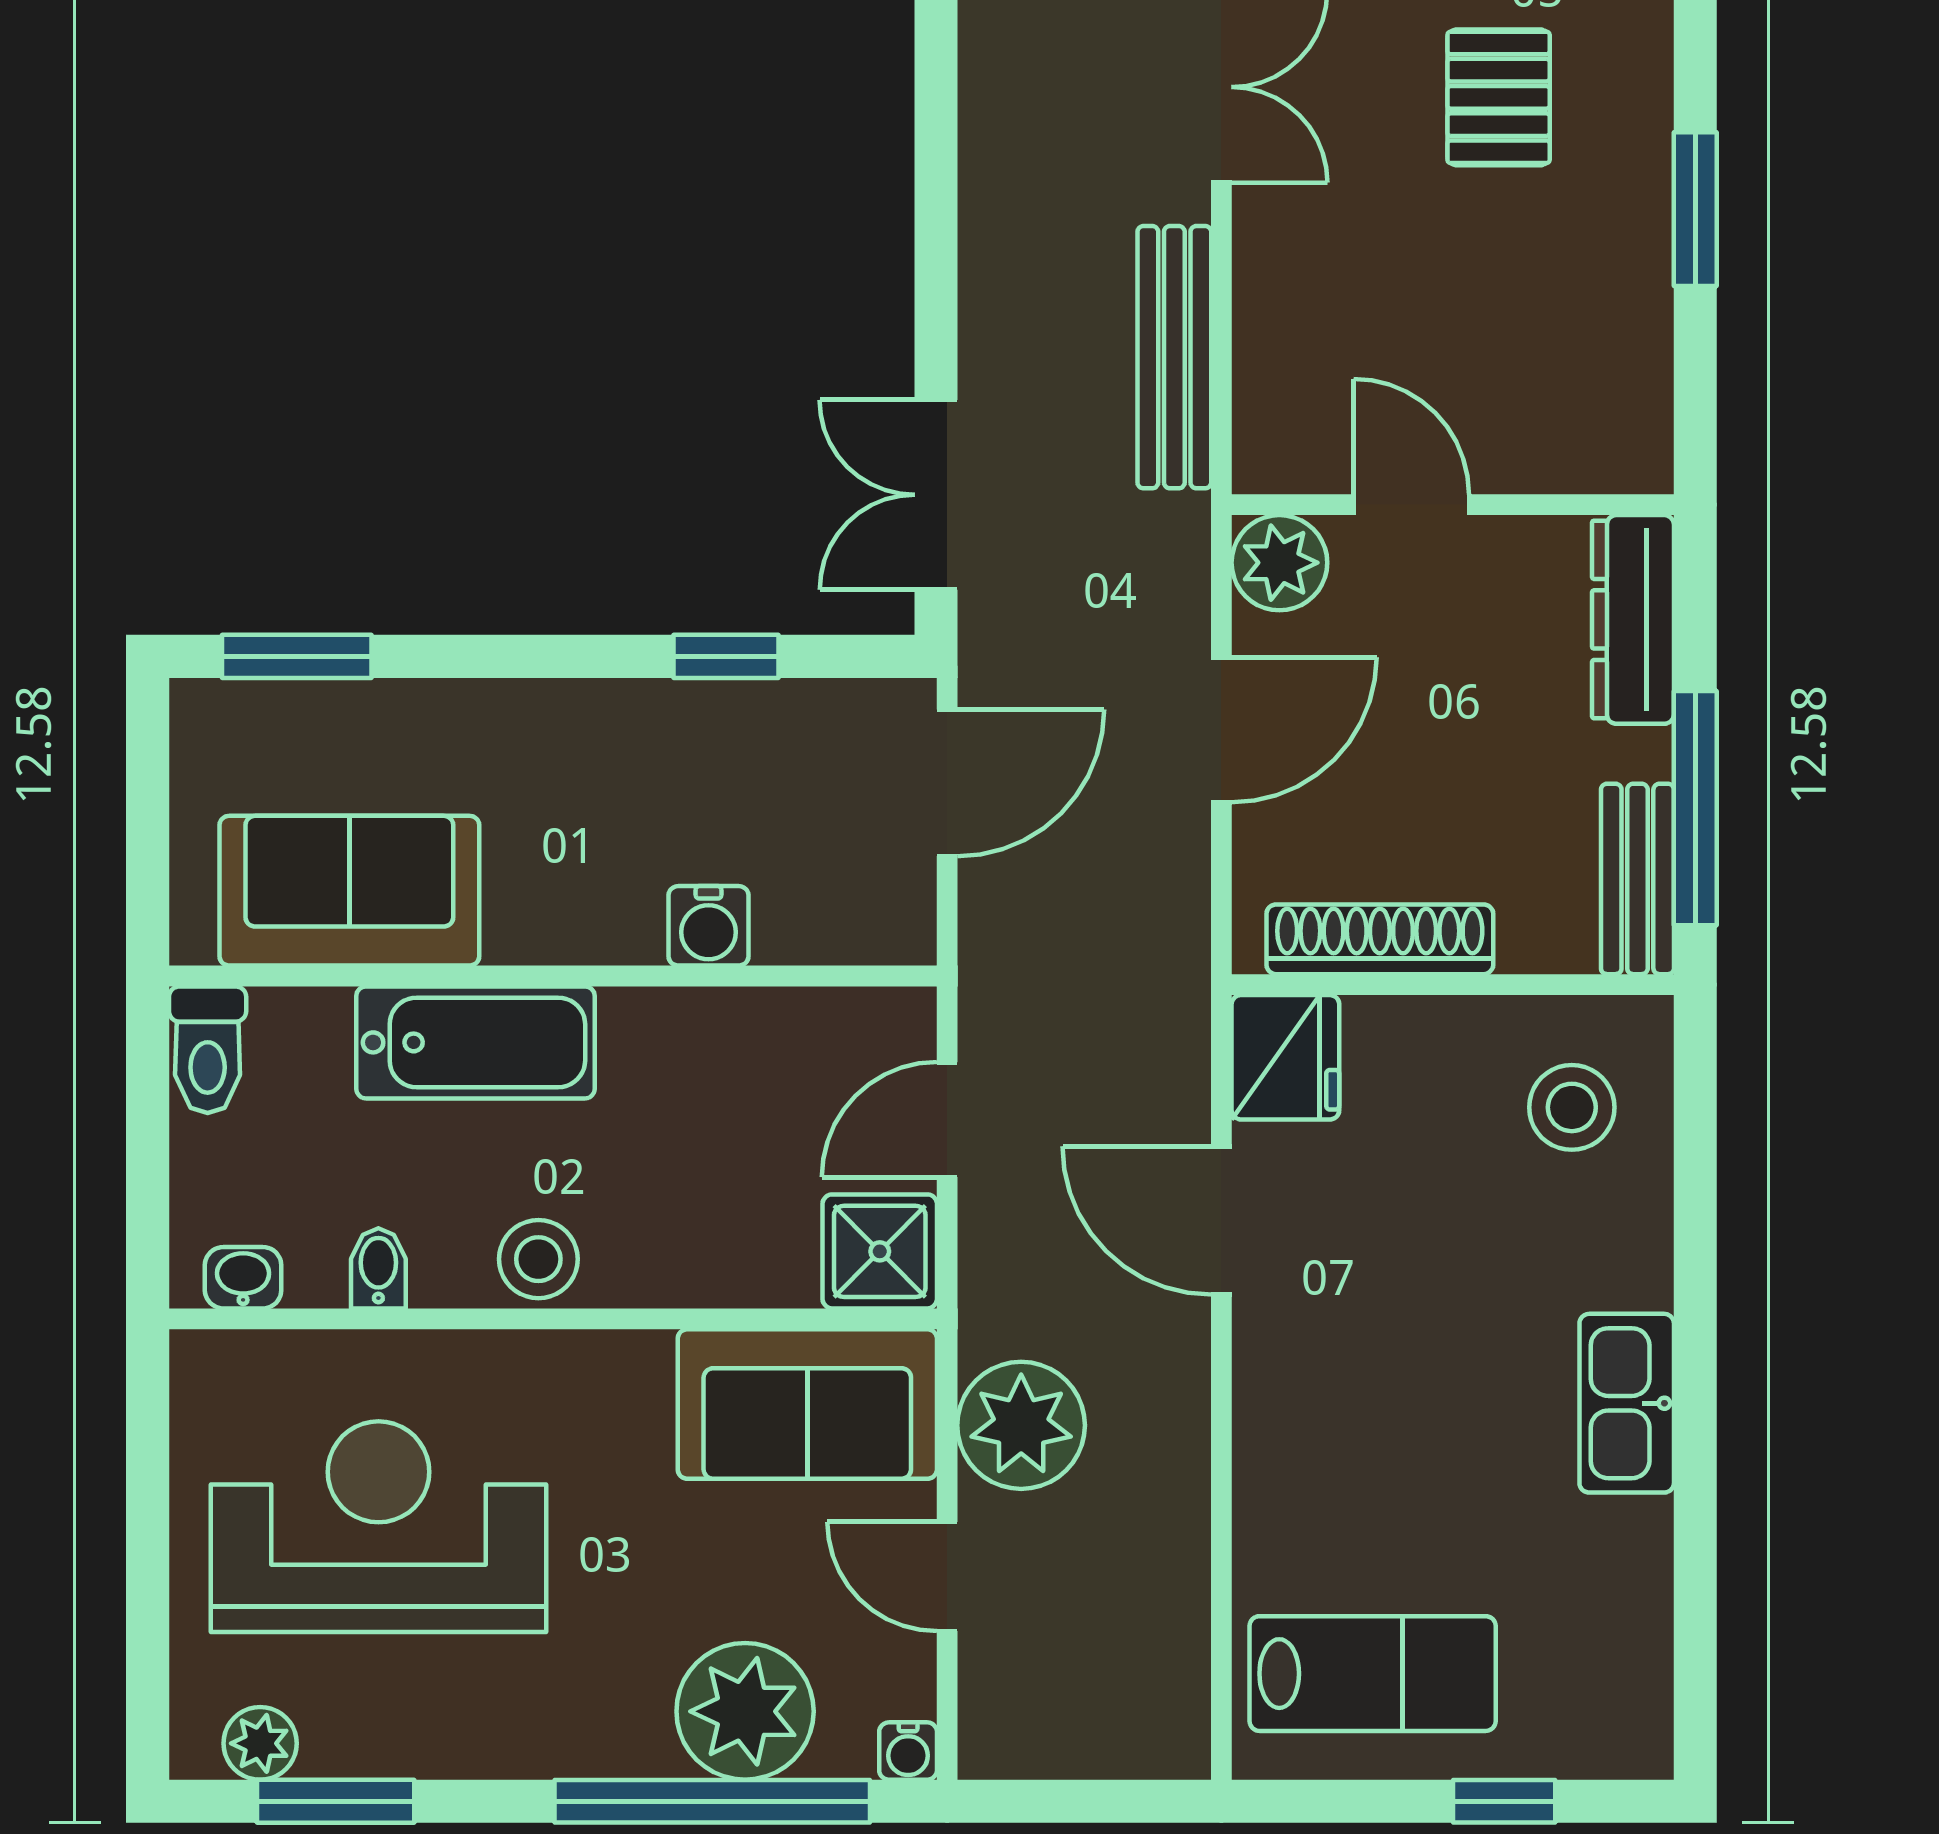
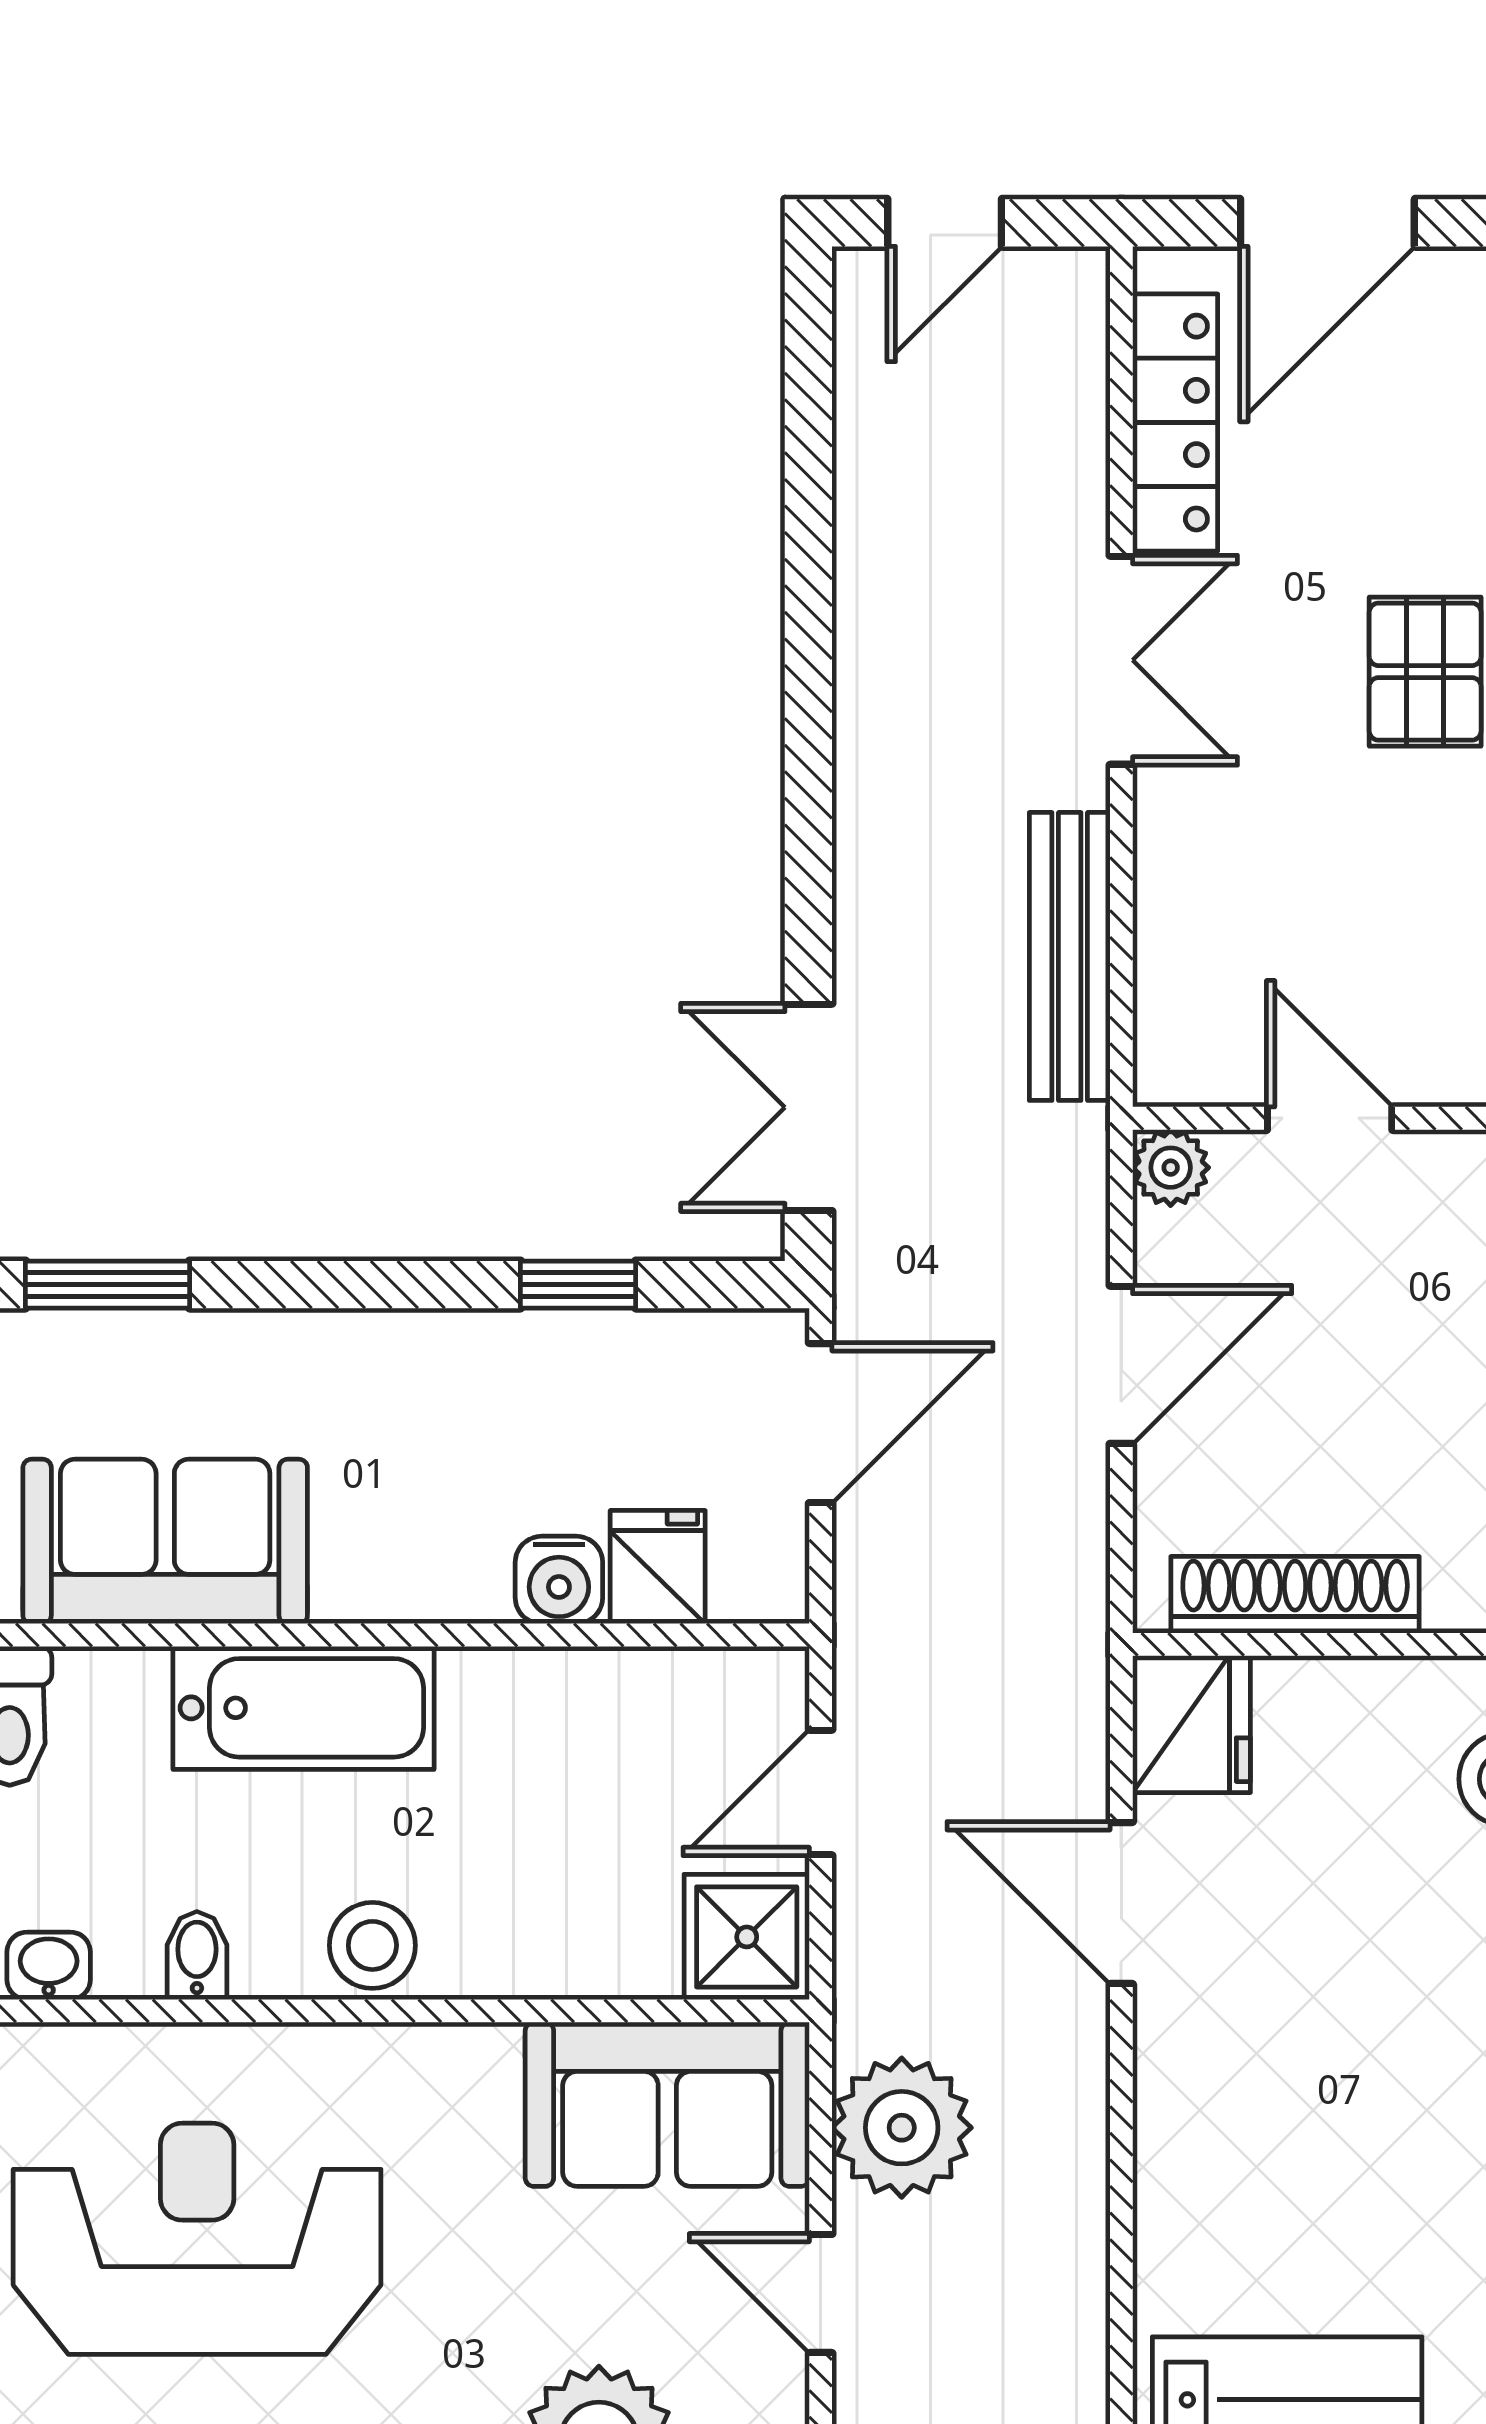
plant: (1279, 563) -> (1171, 1168), width x0.73, depth x0.73
fridge: (799, 914) -> (658, 1567), added

